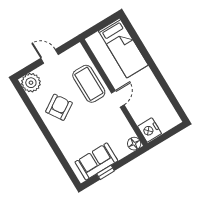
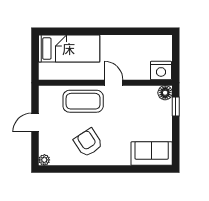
plant: (31, 83) -> (44, 160), width x0.53, depth x0.53
sofa: (96, 161) -> (152, 154), moved, turned 90
window: (106, 172) -> (176, 107), moved

